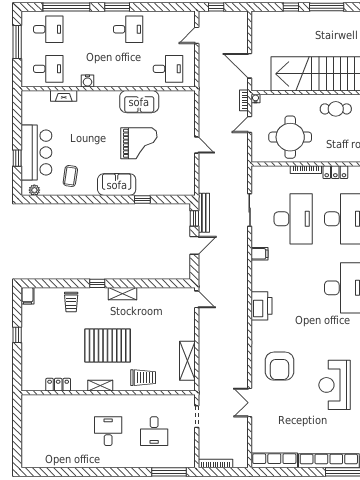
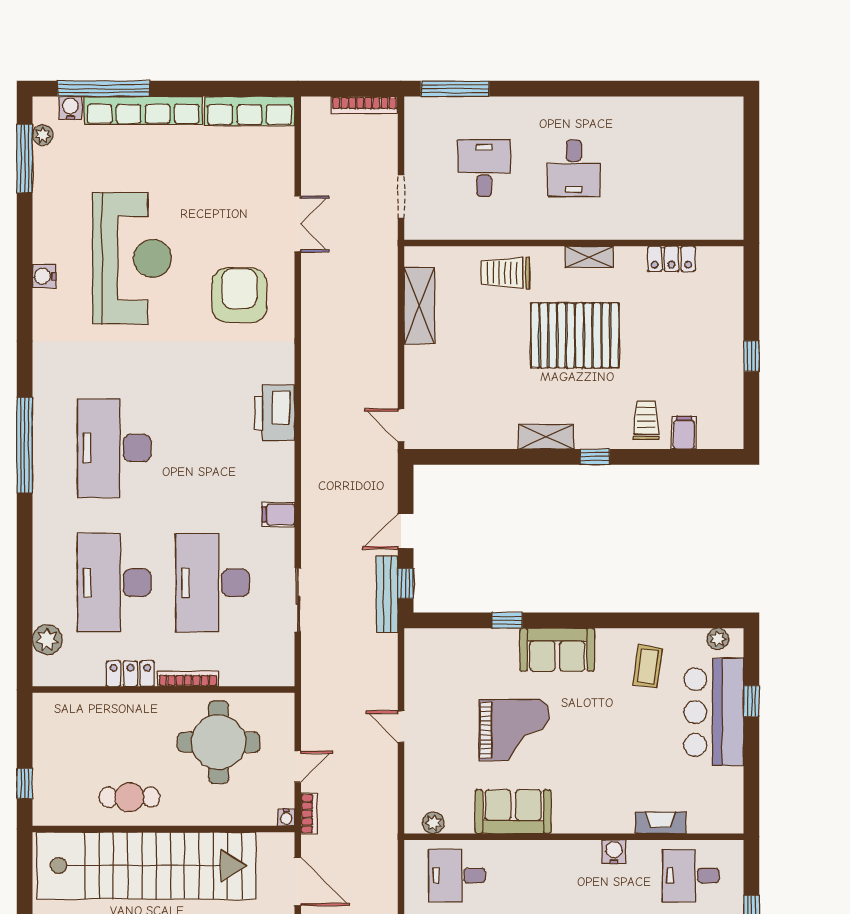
plant: (180, 96) -> (433, 823), added
grand piano: (139, 143) -> (514, 730), turned 180
filing cabinet: (27, 296) -> (684, 433), moved
reception desk: (335, 385) -> (132, 258), width x1.36, depth x1.30

